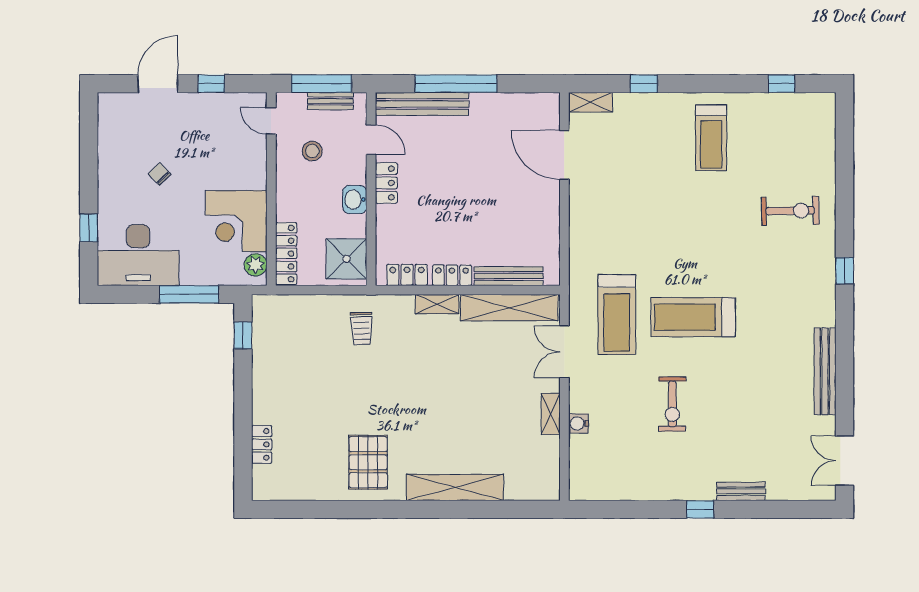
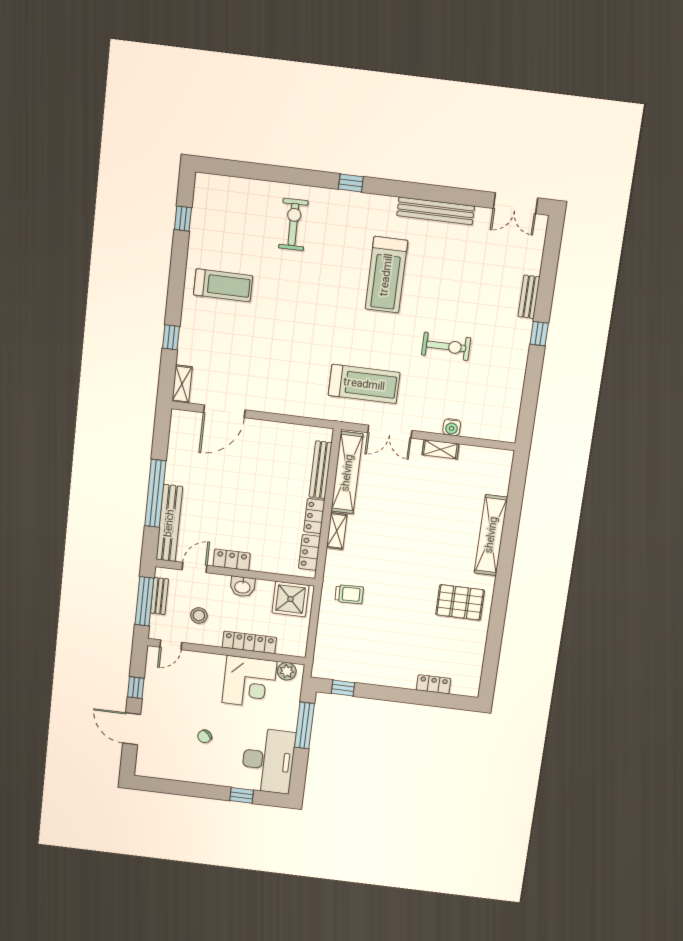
locker: (286, 254) -> (249, 642), moved
treadmill: (693, 317) -> (386, 275), moved

